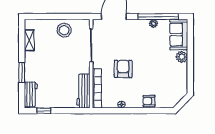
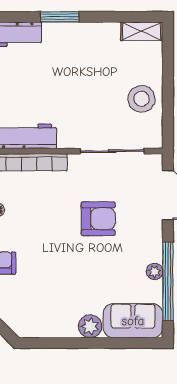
shelving: (29, 40) -> (142, 31), moved
armchair: (123, 69) -> (98, 219), moved

